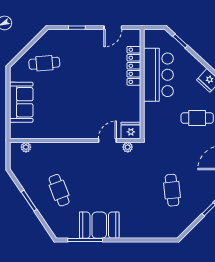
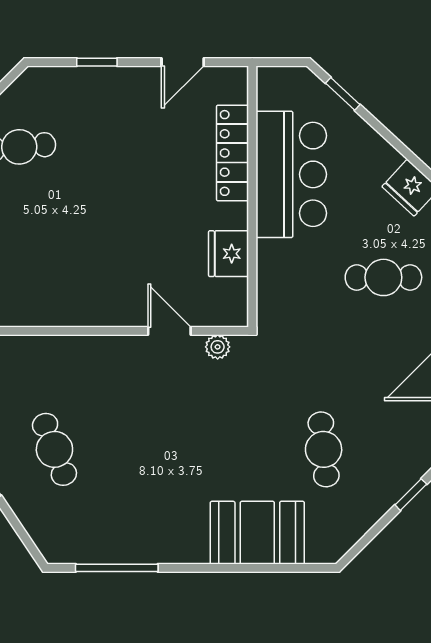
fridge: (131, 130) -> (229, 254), moved, turned -90
door: (107, 140) -> (169, 331), hinge flipped
booth: (99, 225) -> (257, 533), moved

